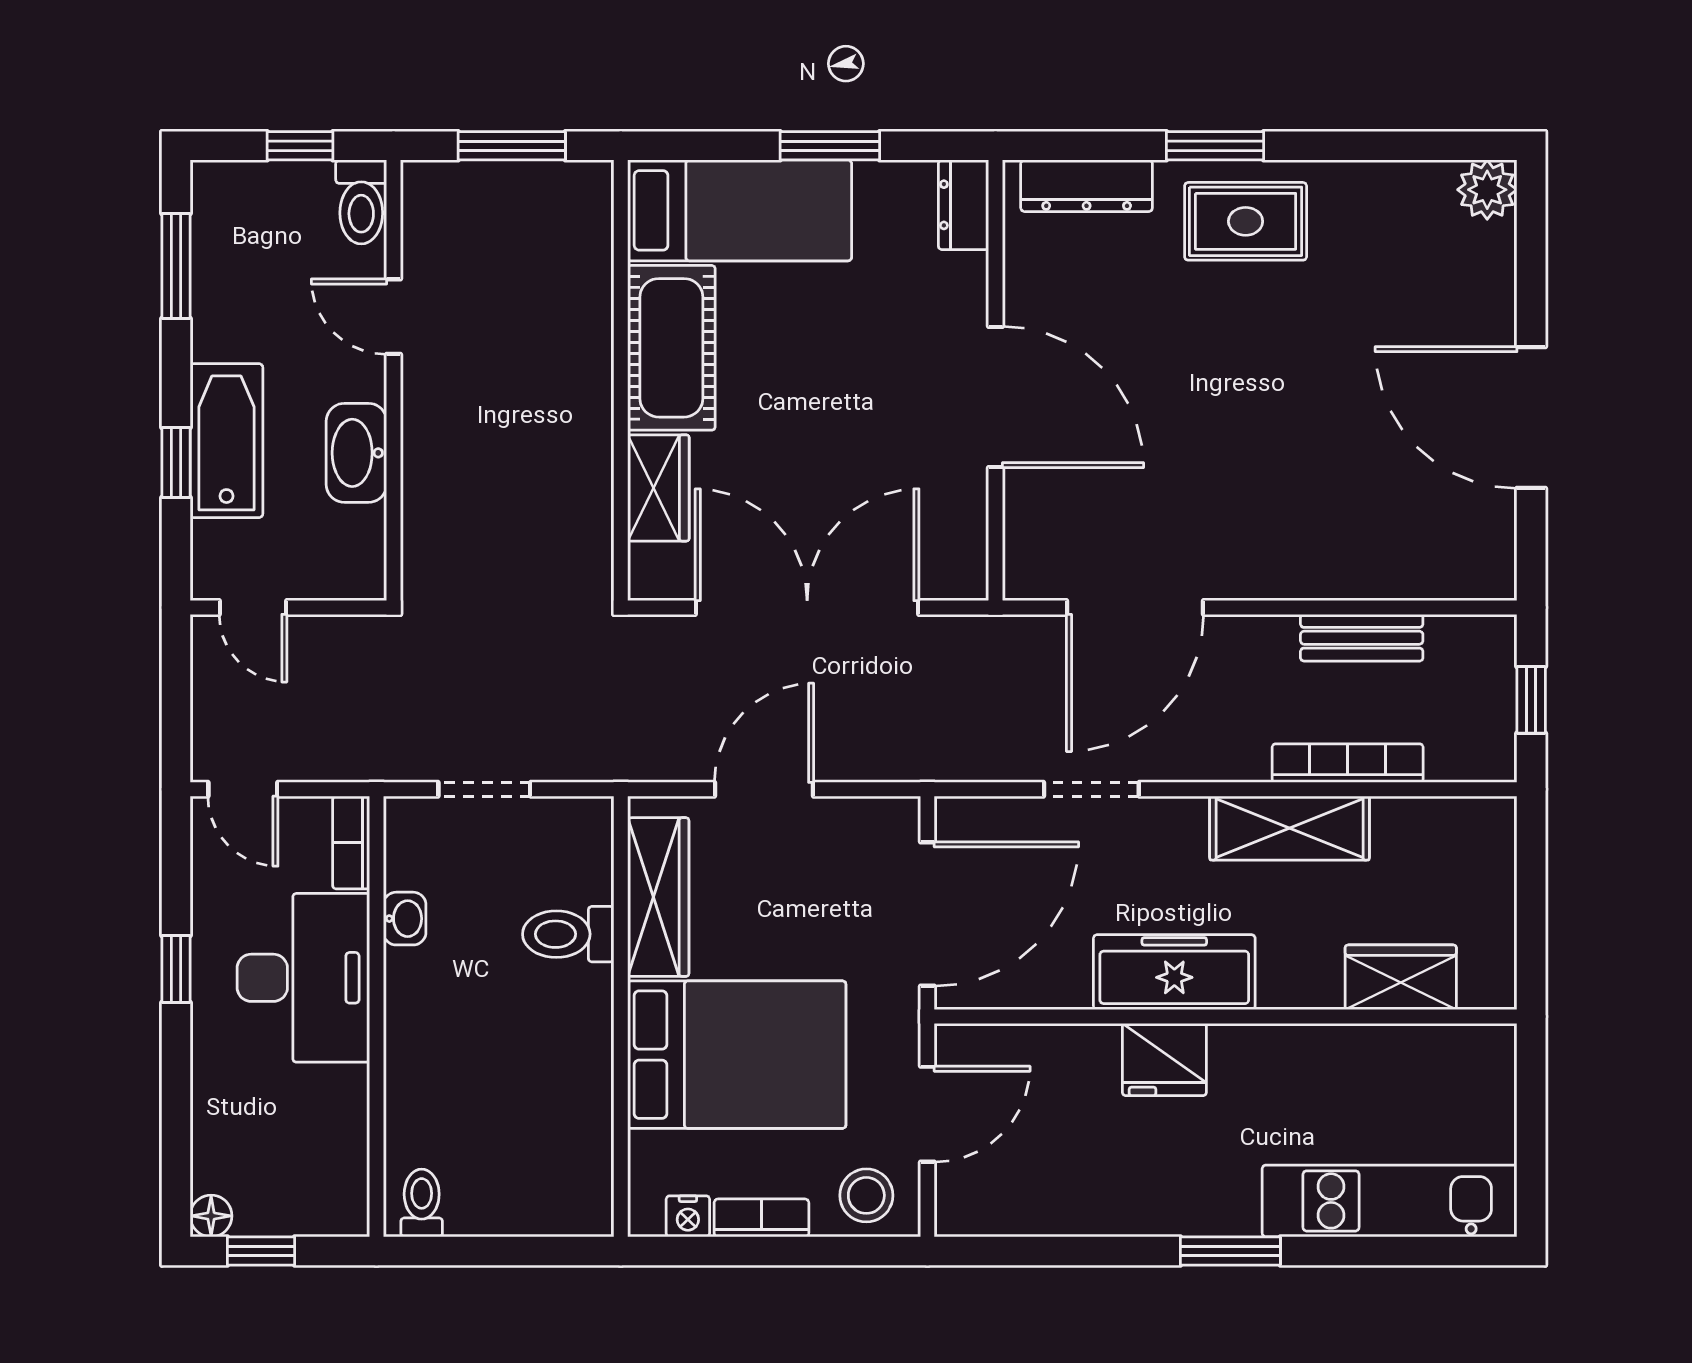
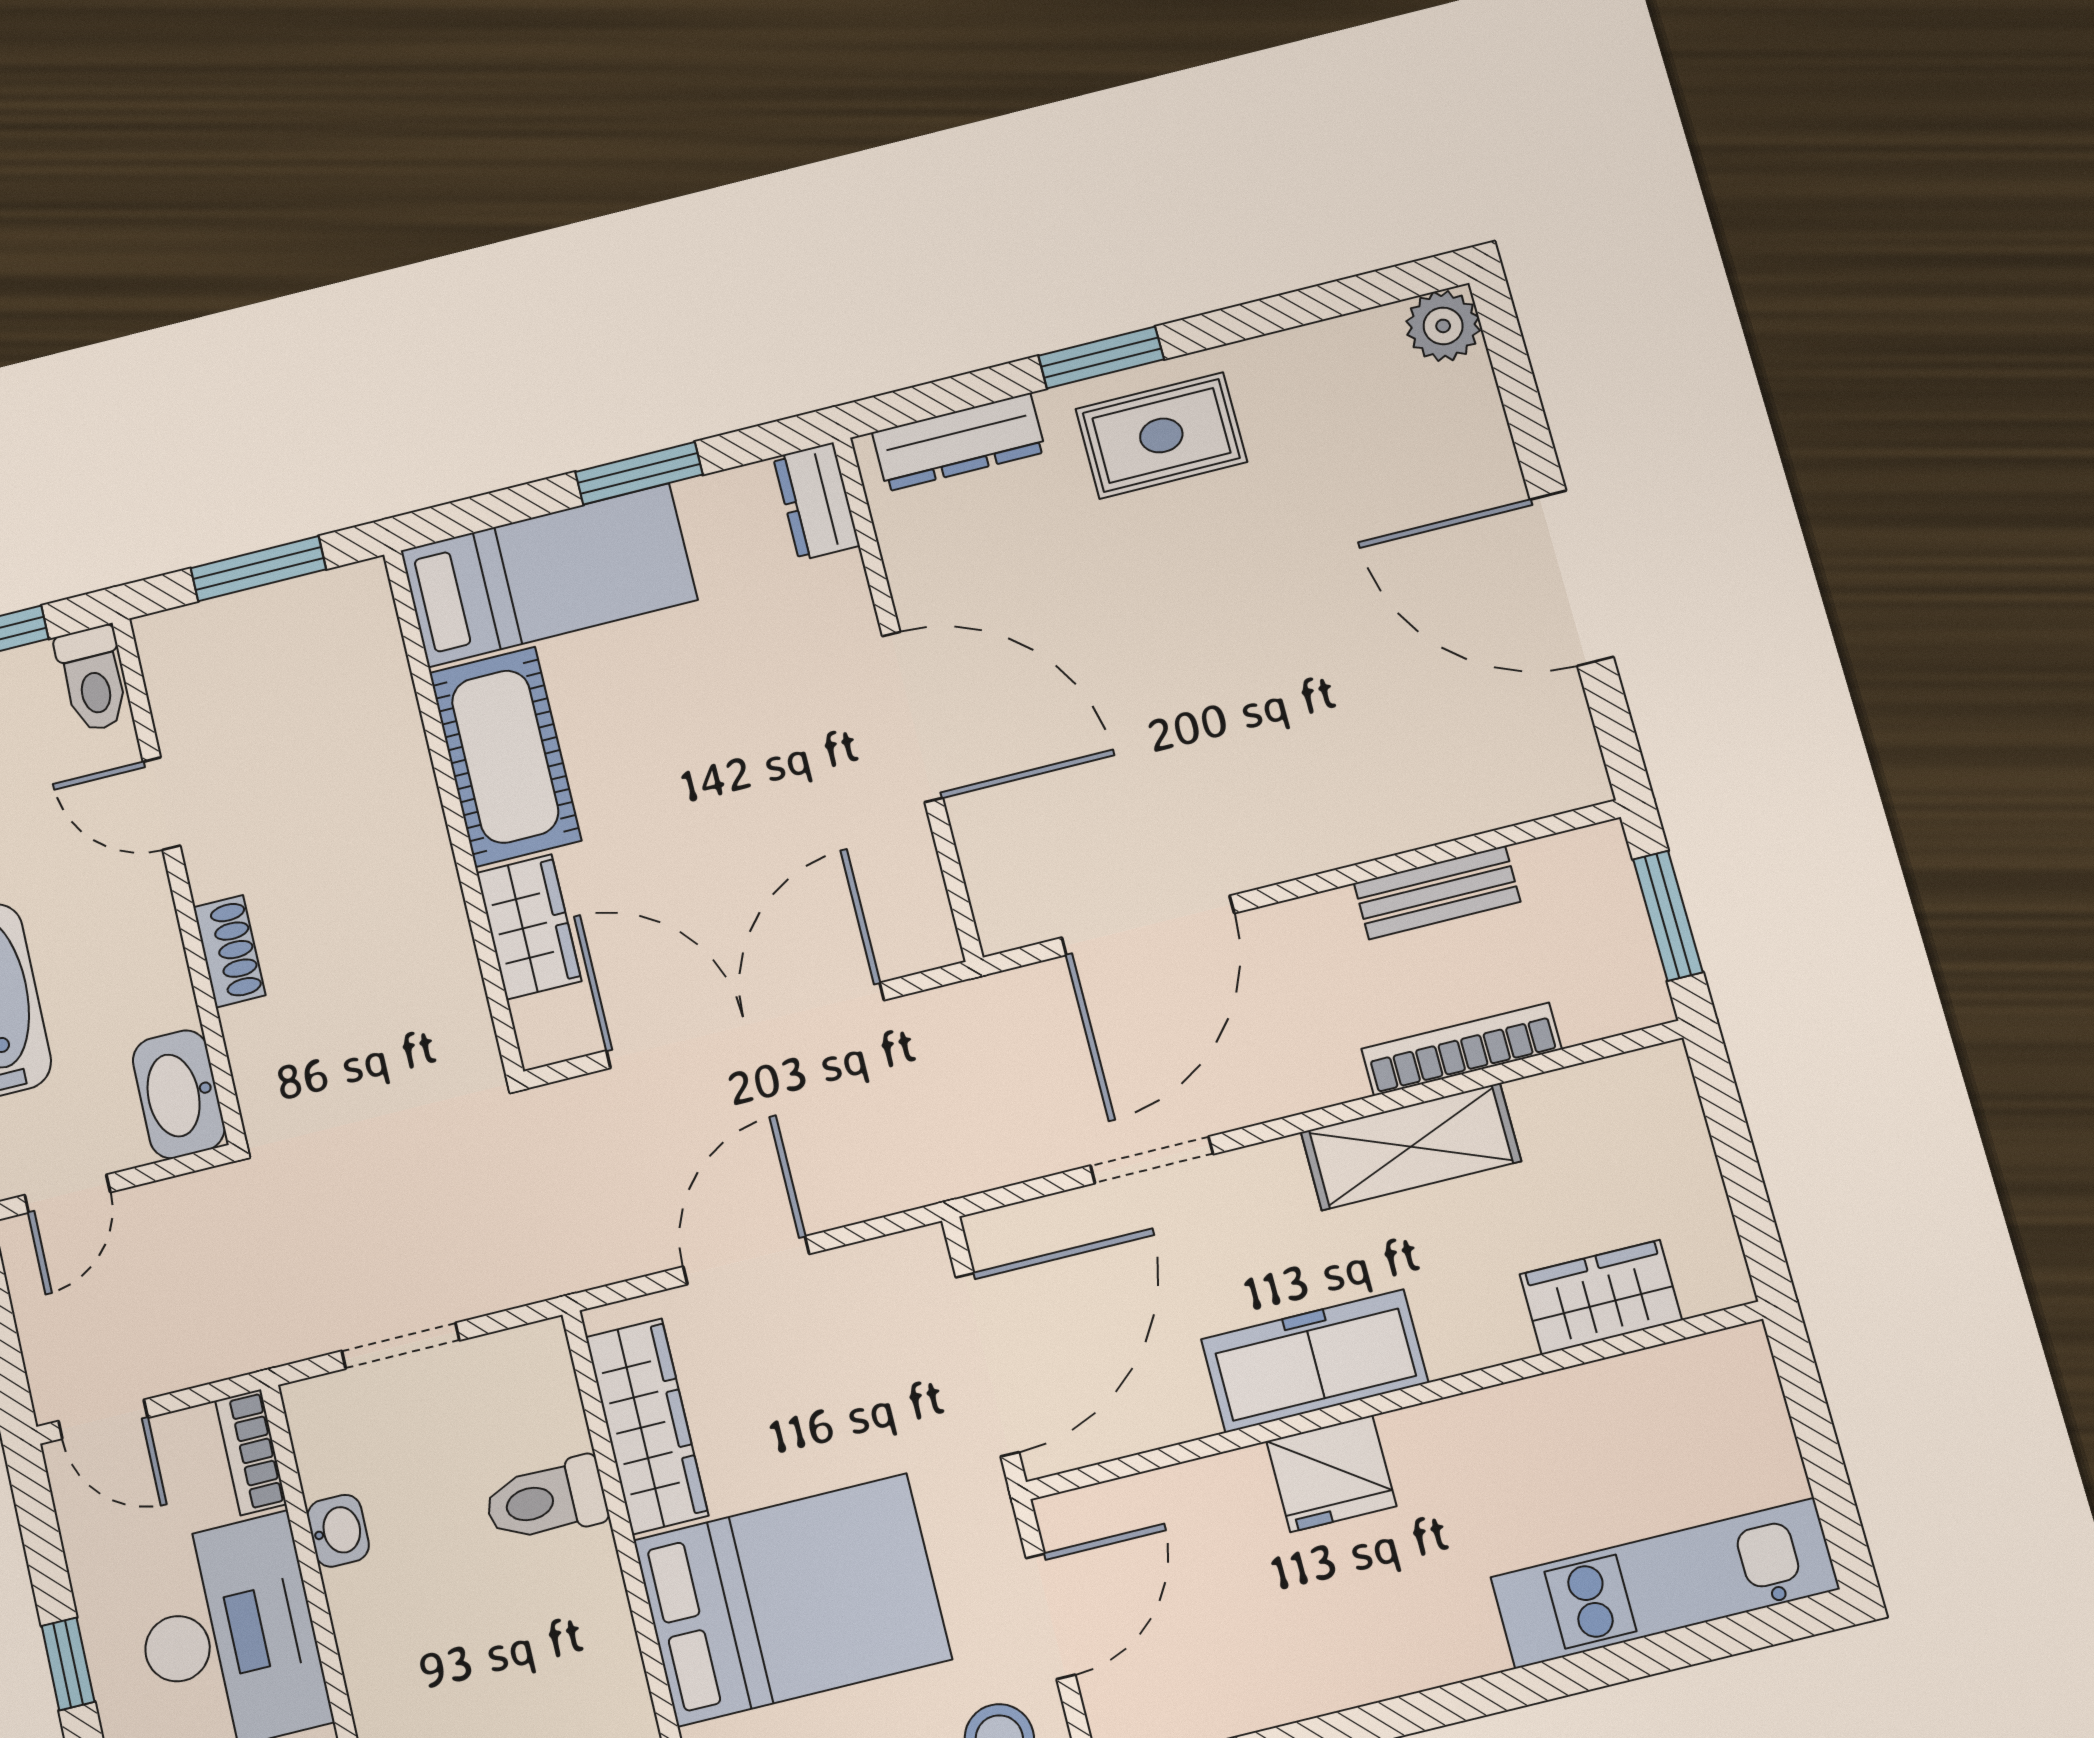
shoe rack: (421, 448) -> (229, 951), added
washbasin: (356, 453) -> (179, 1094), moved
door: (253, 608) -> (67, 1194), hinge flipped
window: (1531, 700) -> (1668, 916), width x1.50
window: (1230, 1251) -> (1480, 1697), removed

